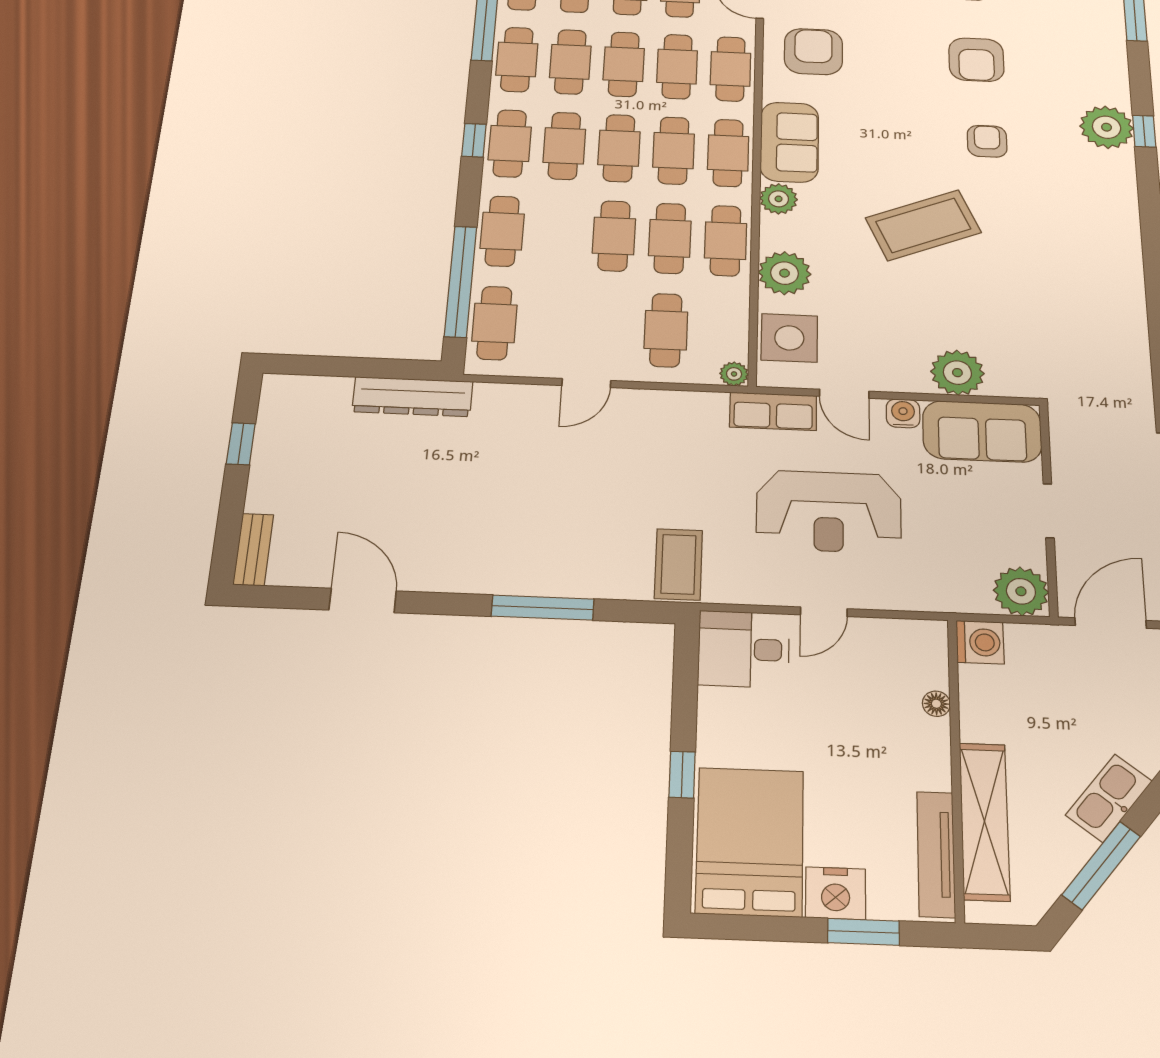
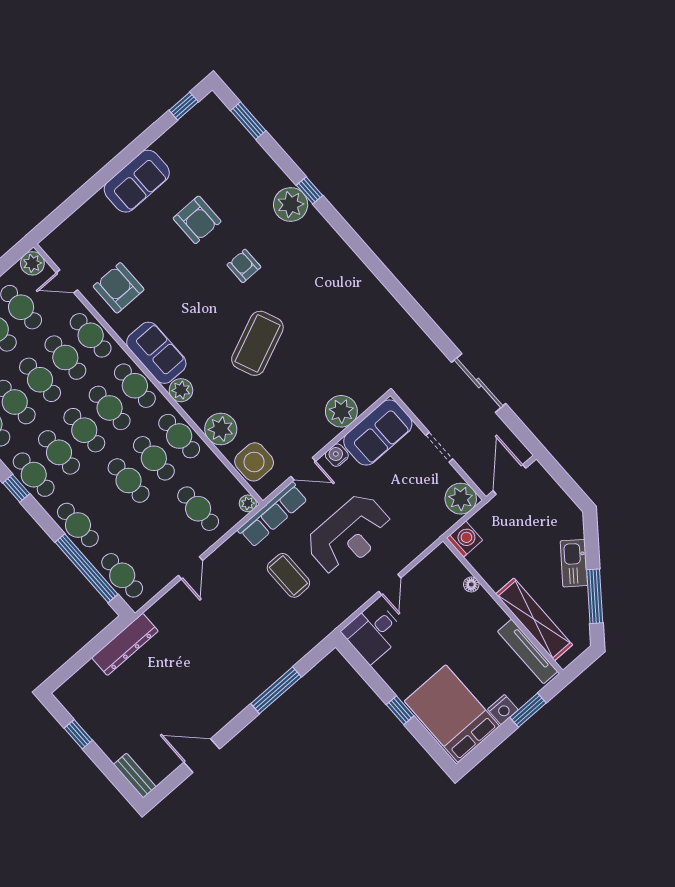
row of seats: (773, 411) -> (273, 515), width x1.48
coffee table: (678, 564) -> (288, 575), moved
nightstand: (836, 893) -> (503, 710), width x0.74, depth x0.75

